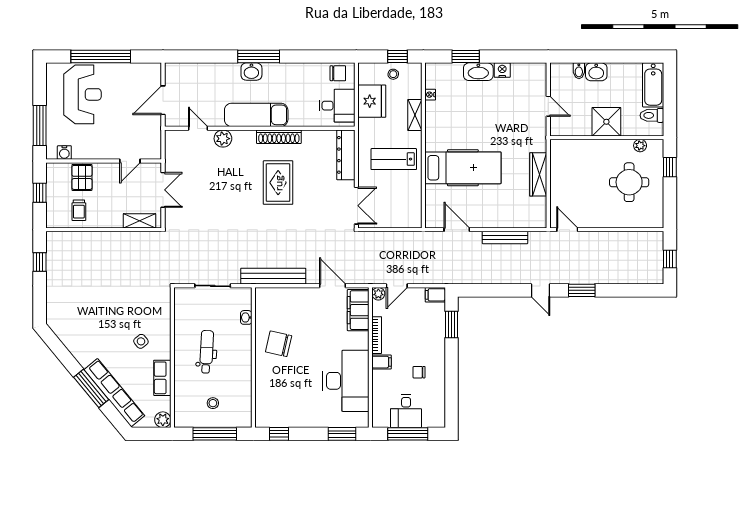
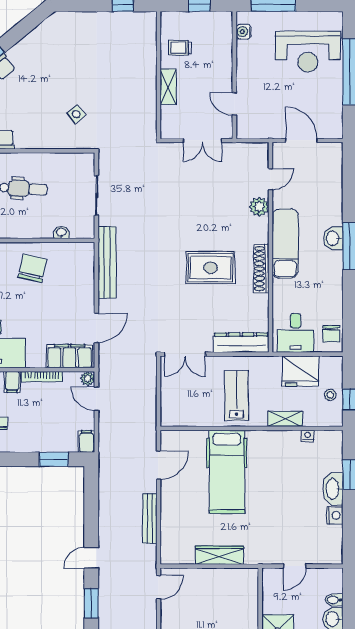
pallet: (82, 177) -> (216, 51), removed
shelving: (139, 221) -> (168, 87), moved
side table: (141, 341) -> (76, 114), moved

